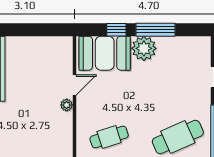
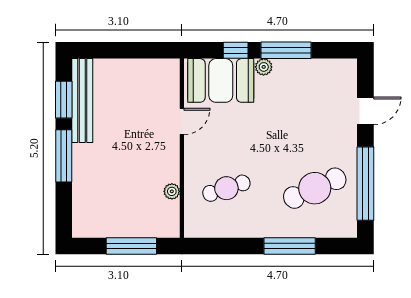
plant: (144, 48) -> (264, 67), width x0.53, depth x0.53
plant: (67, 105) -> (172, 191), moved

